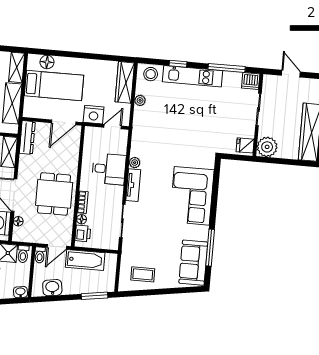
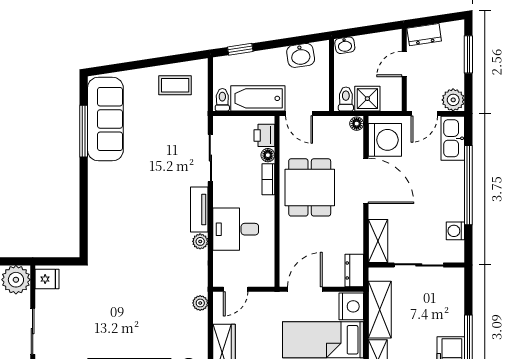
plant: (140, 100) -> (200, 303), moved
nightstand: (94, 115) -> (351, 306), moved, turned 90
dresser: (27, 138) -> (354, 270), width x0.70
corner sofa: (192, 196) -> (116, 202), removed
floor lamp: (18, 221) -> (357, 124), moved
door: (57, 247) -> (299, 114), swing flipped
toilet: (40, 255) -> (222, 100), moved
sofa: (193, 263) -> (105, 119), width x1.36
window: (95, 296) -> (240, 49), width x0.67

